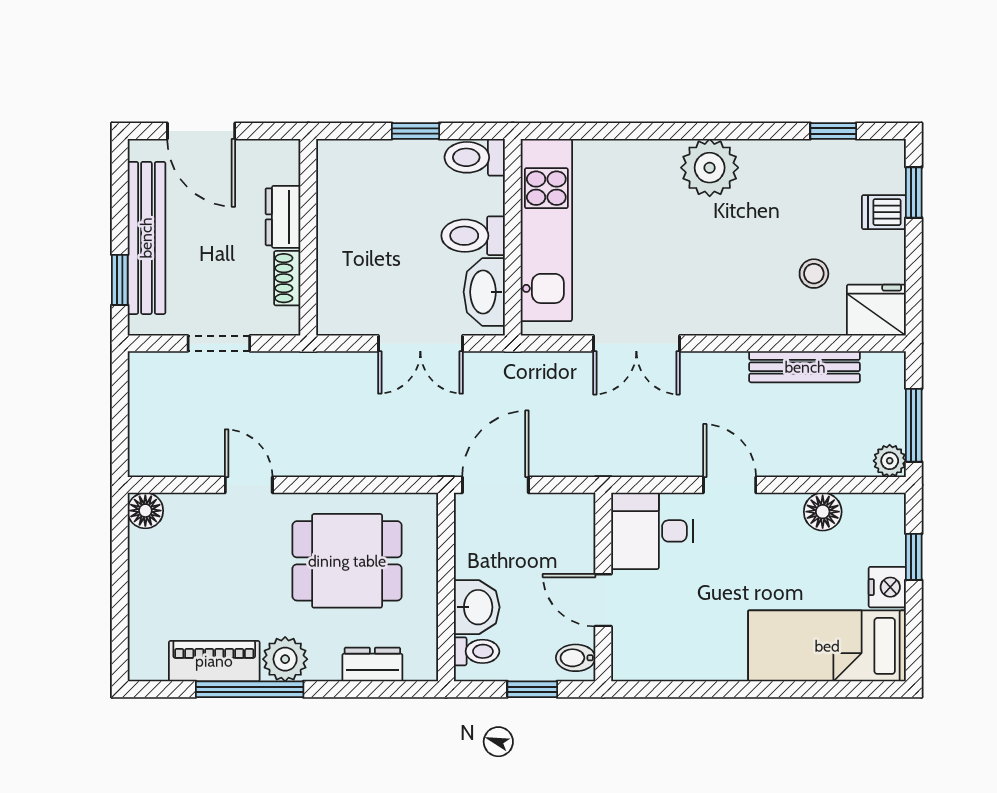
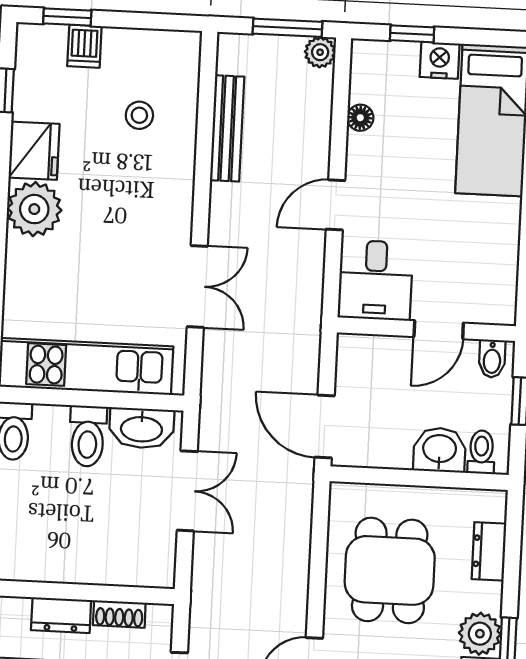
fridge: (876, 310) -> (34, 151), moved, turned 180
floor lamp: (823, 512) -> (360, 118), width x0.73, depth x0.73

